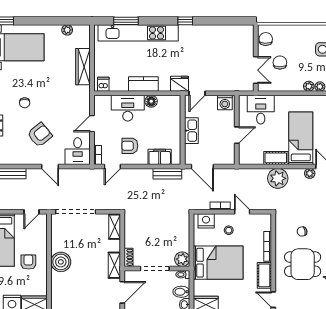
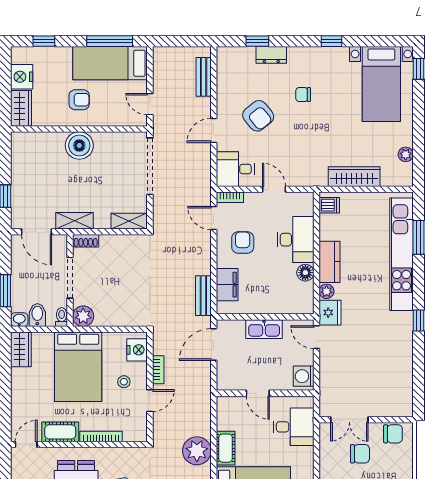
plant: (164, 86) -> (327, 291), added

